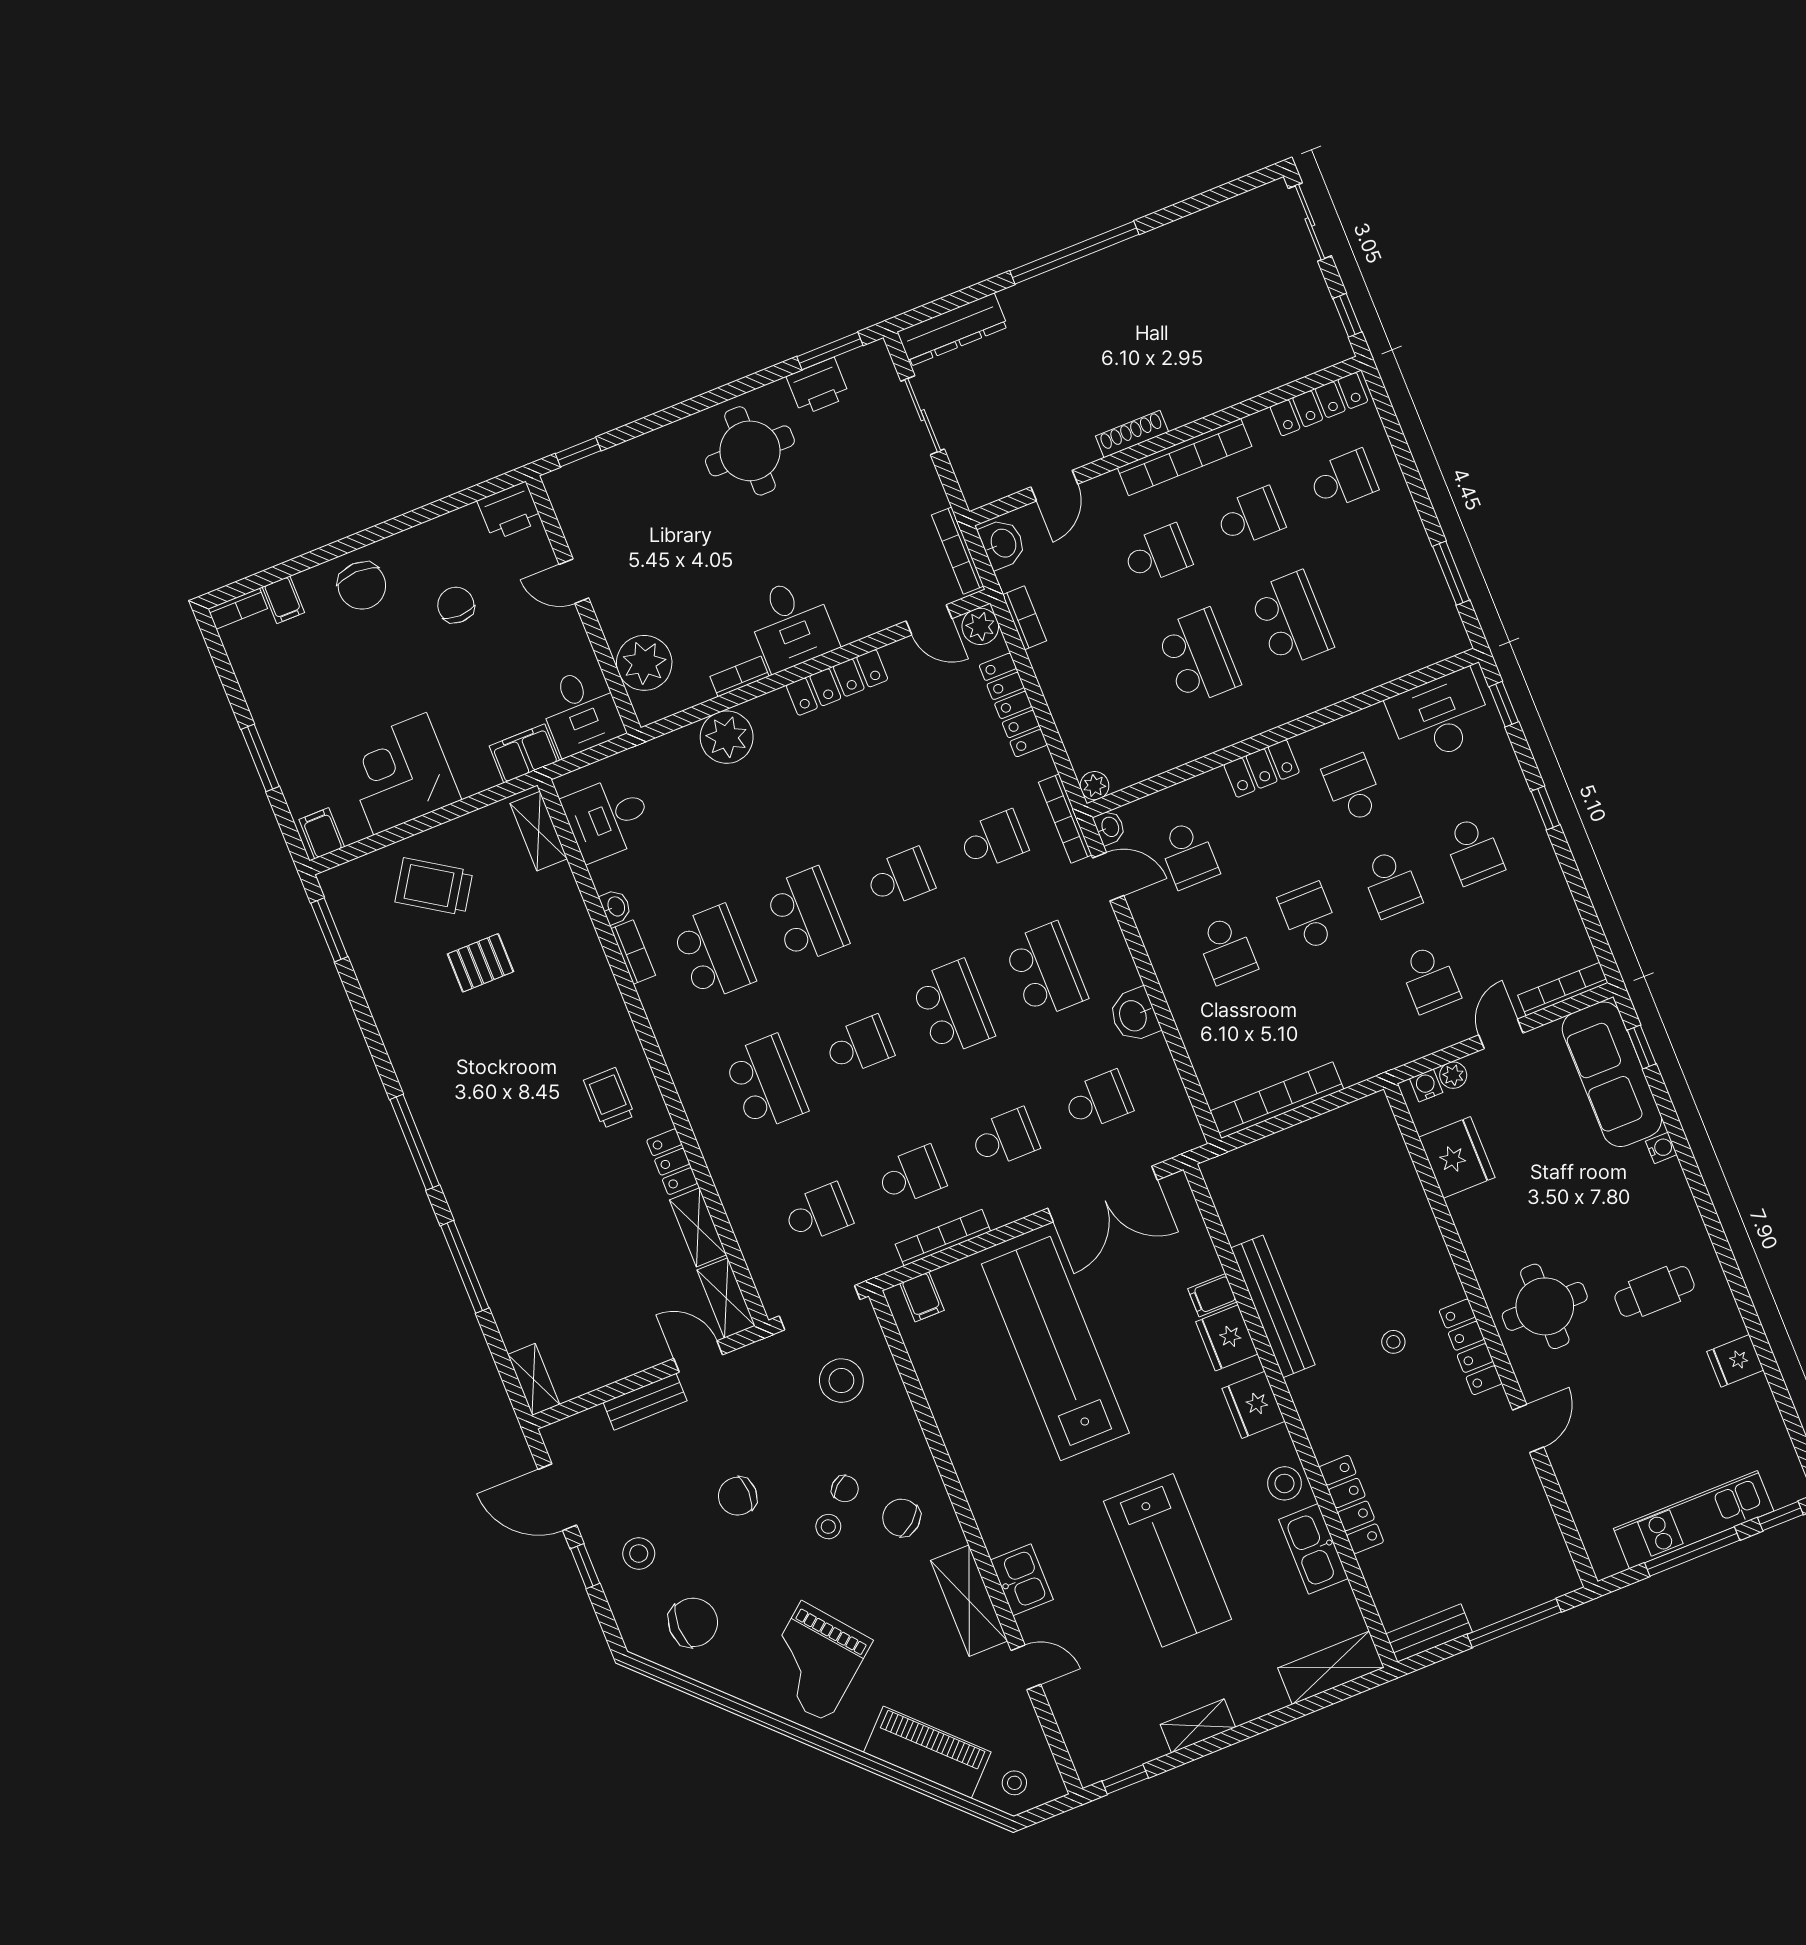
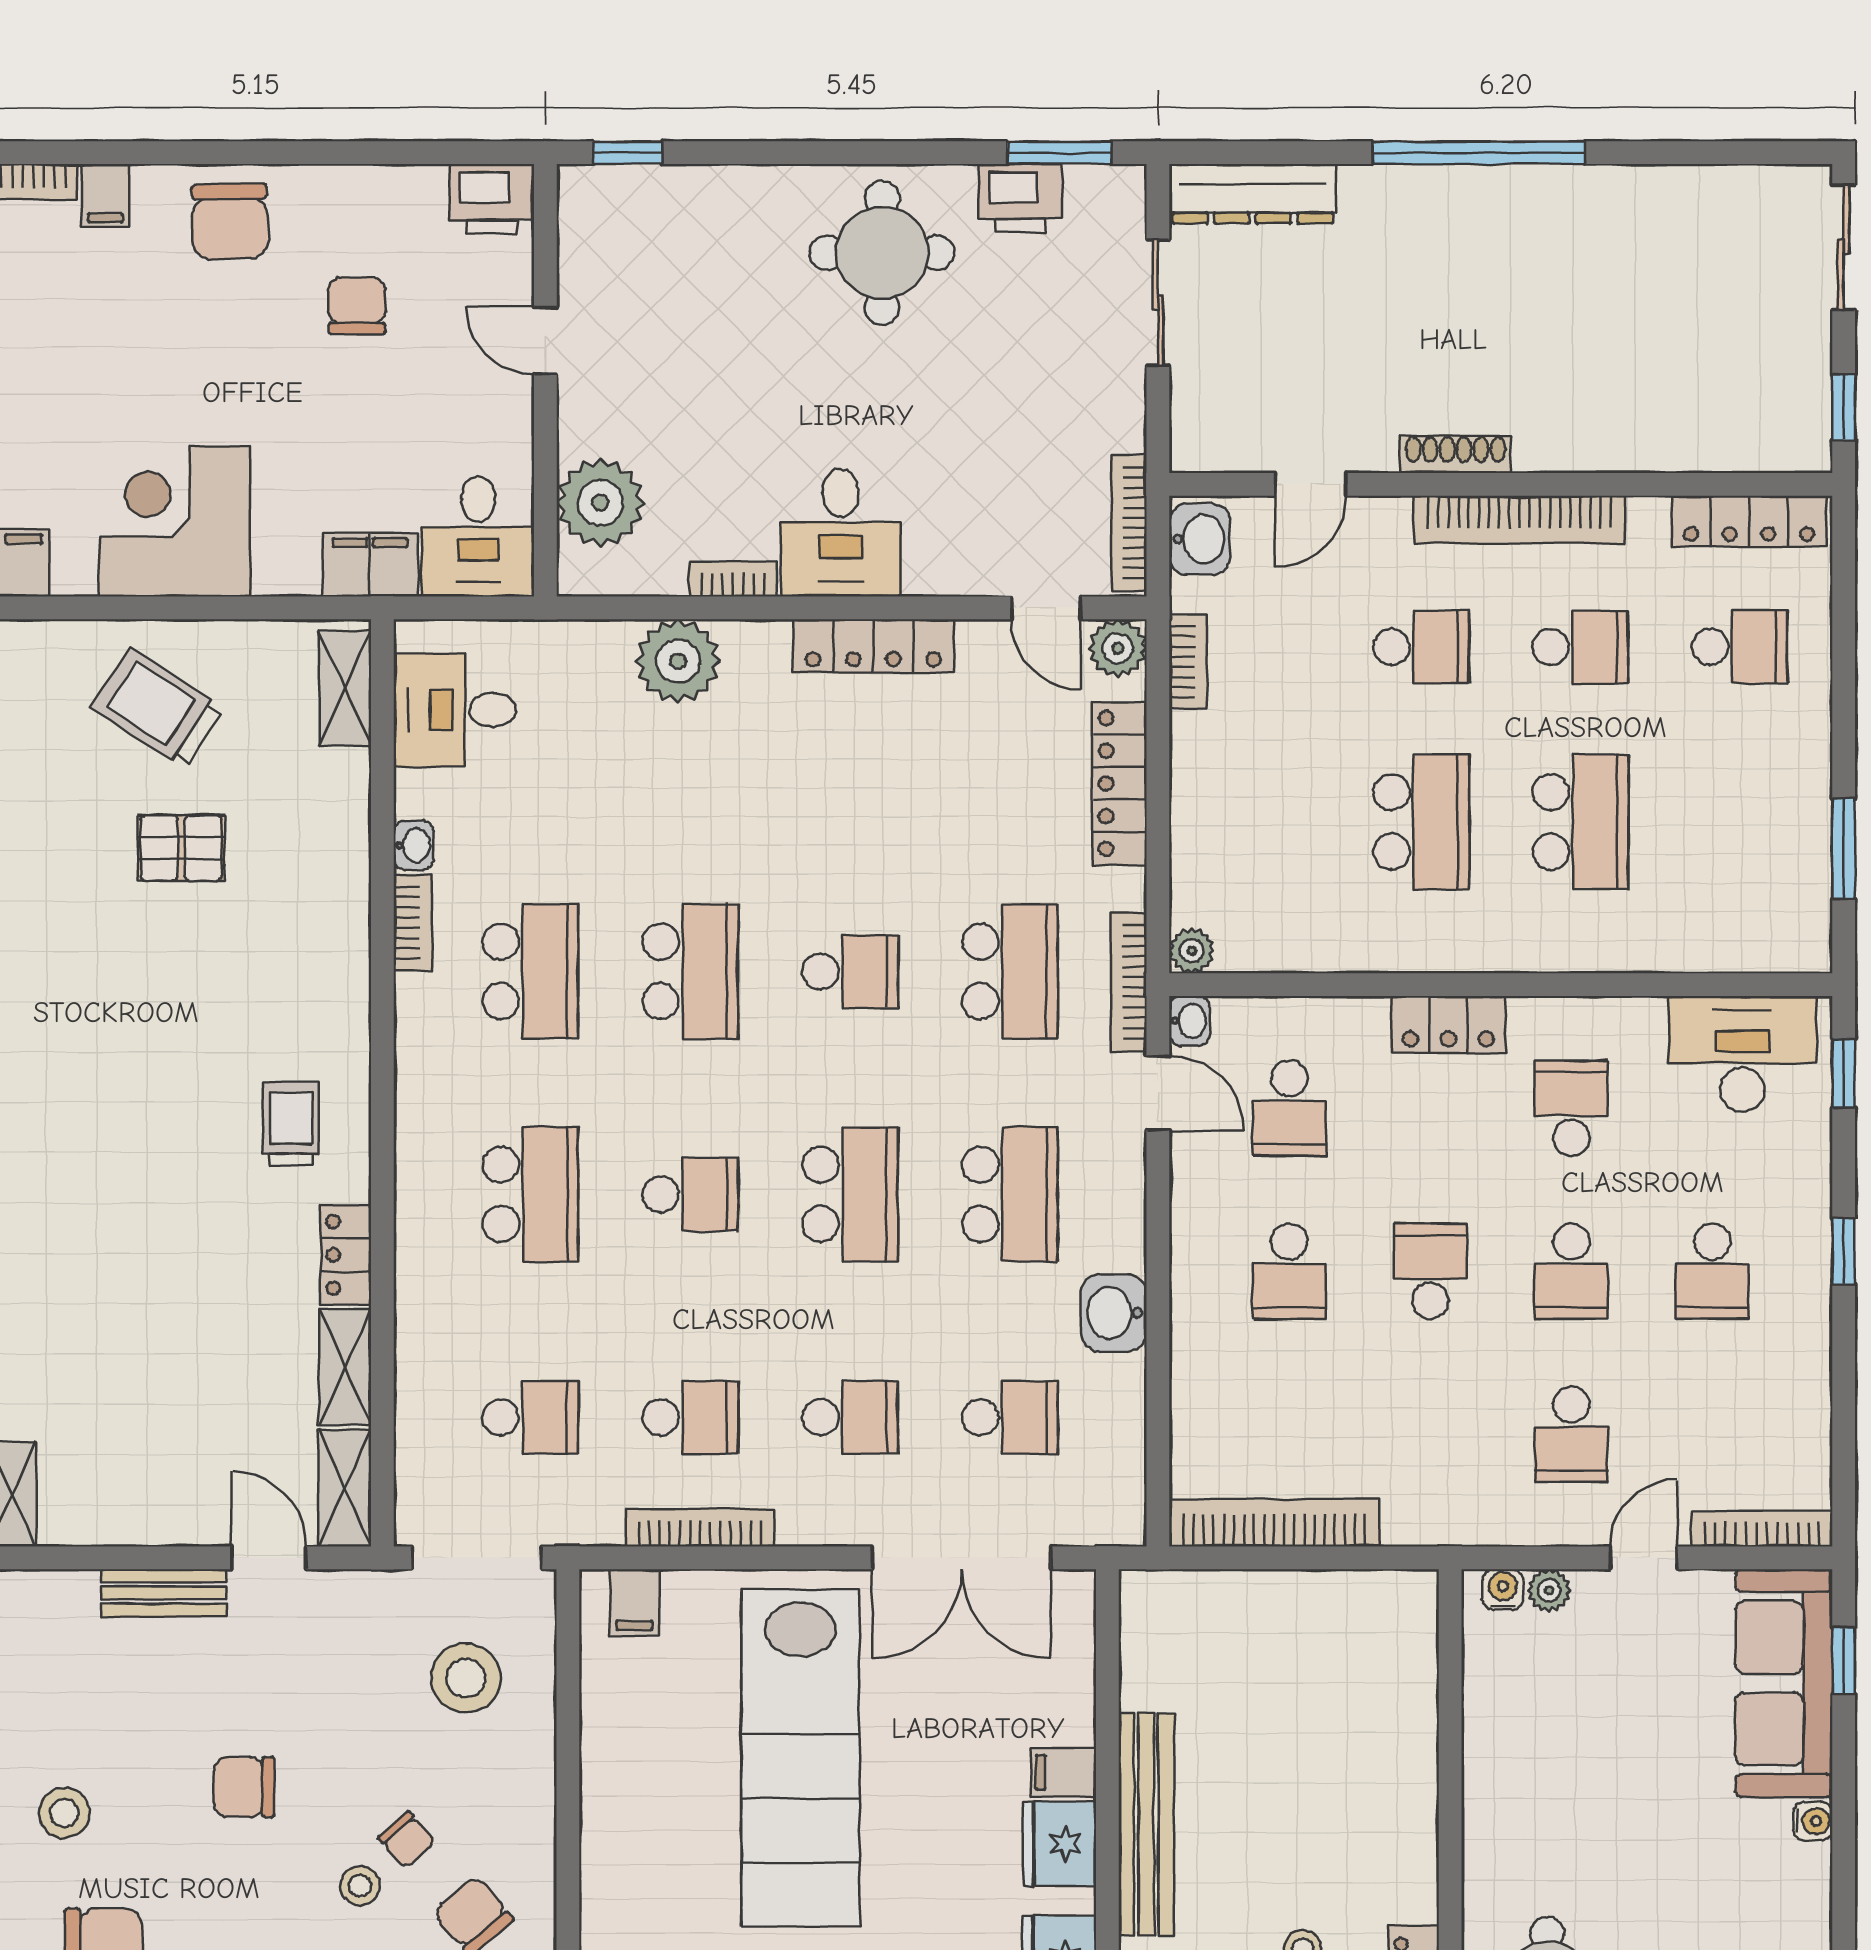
school desk: (993, 840) -> (1010, 971), width x1.85
fridge: (1457, 1157) -> (1506, 1714), removed
lab bench: (1055, 1349) -> (800, 1758), turned 180

